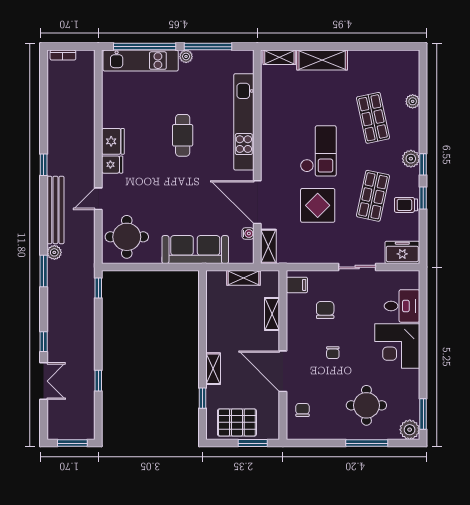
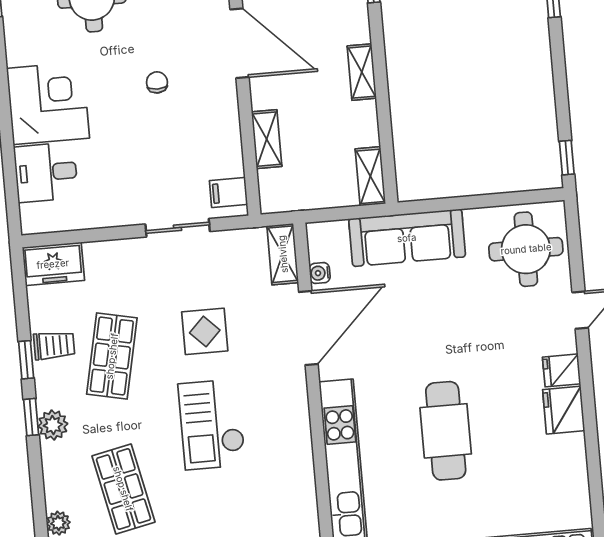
cafe table: (183, 135) -> (446, 431), width x1.37, depth x1.35
door: (257, 202) -> (308, 328), hinge flipped
display table: (318, 205) -> (205, 331), width x0.73, depth x0.73
sliding door: (357, 267) -> (178, 228), moved
shelving: (244, 278) -> (370, 176), moved, turned 90
chair: (325, 310) -> (176, 154), removed
shelving: (213, 369) -> (362, 72), moved

